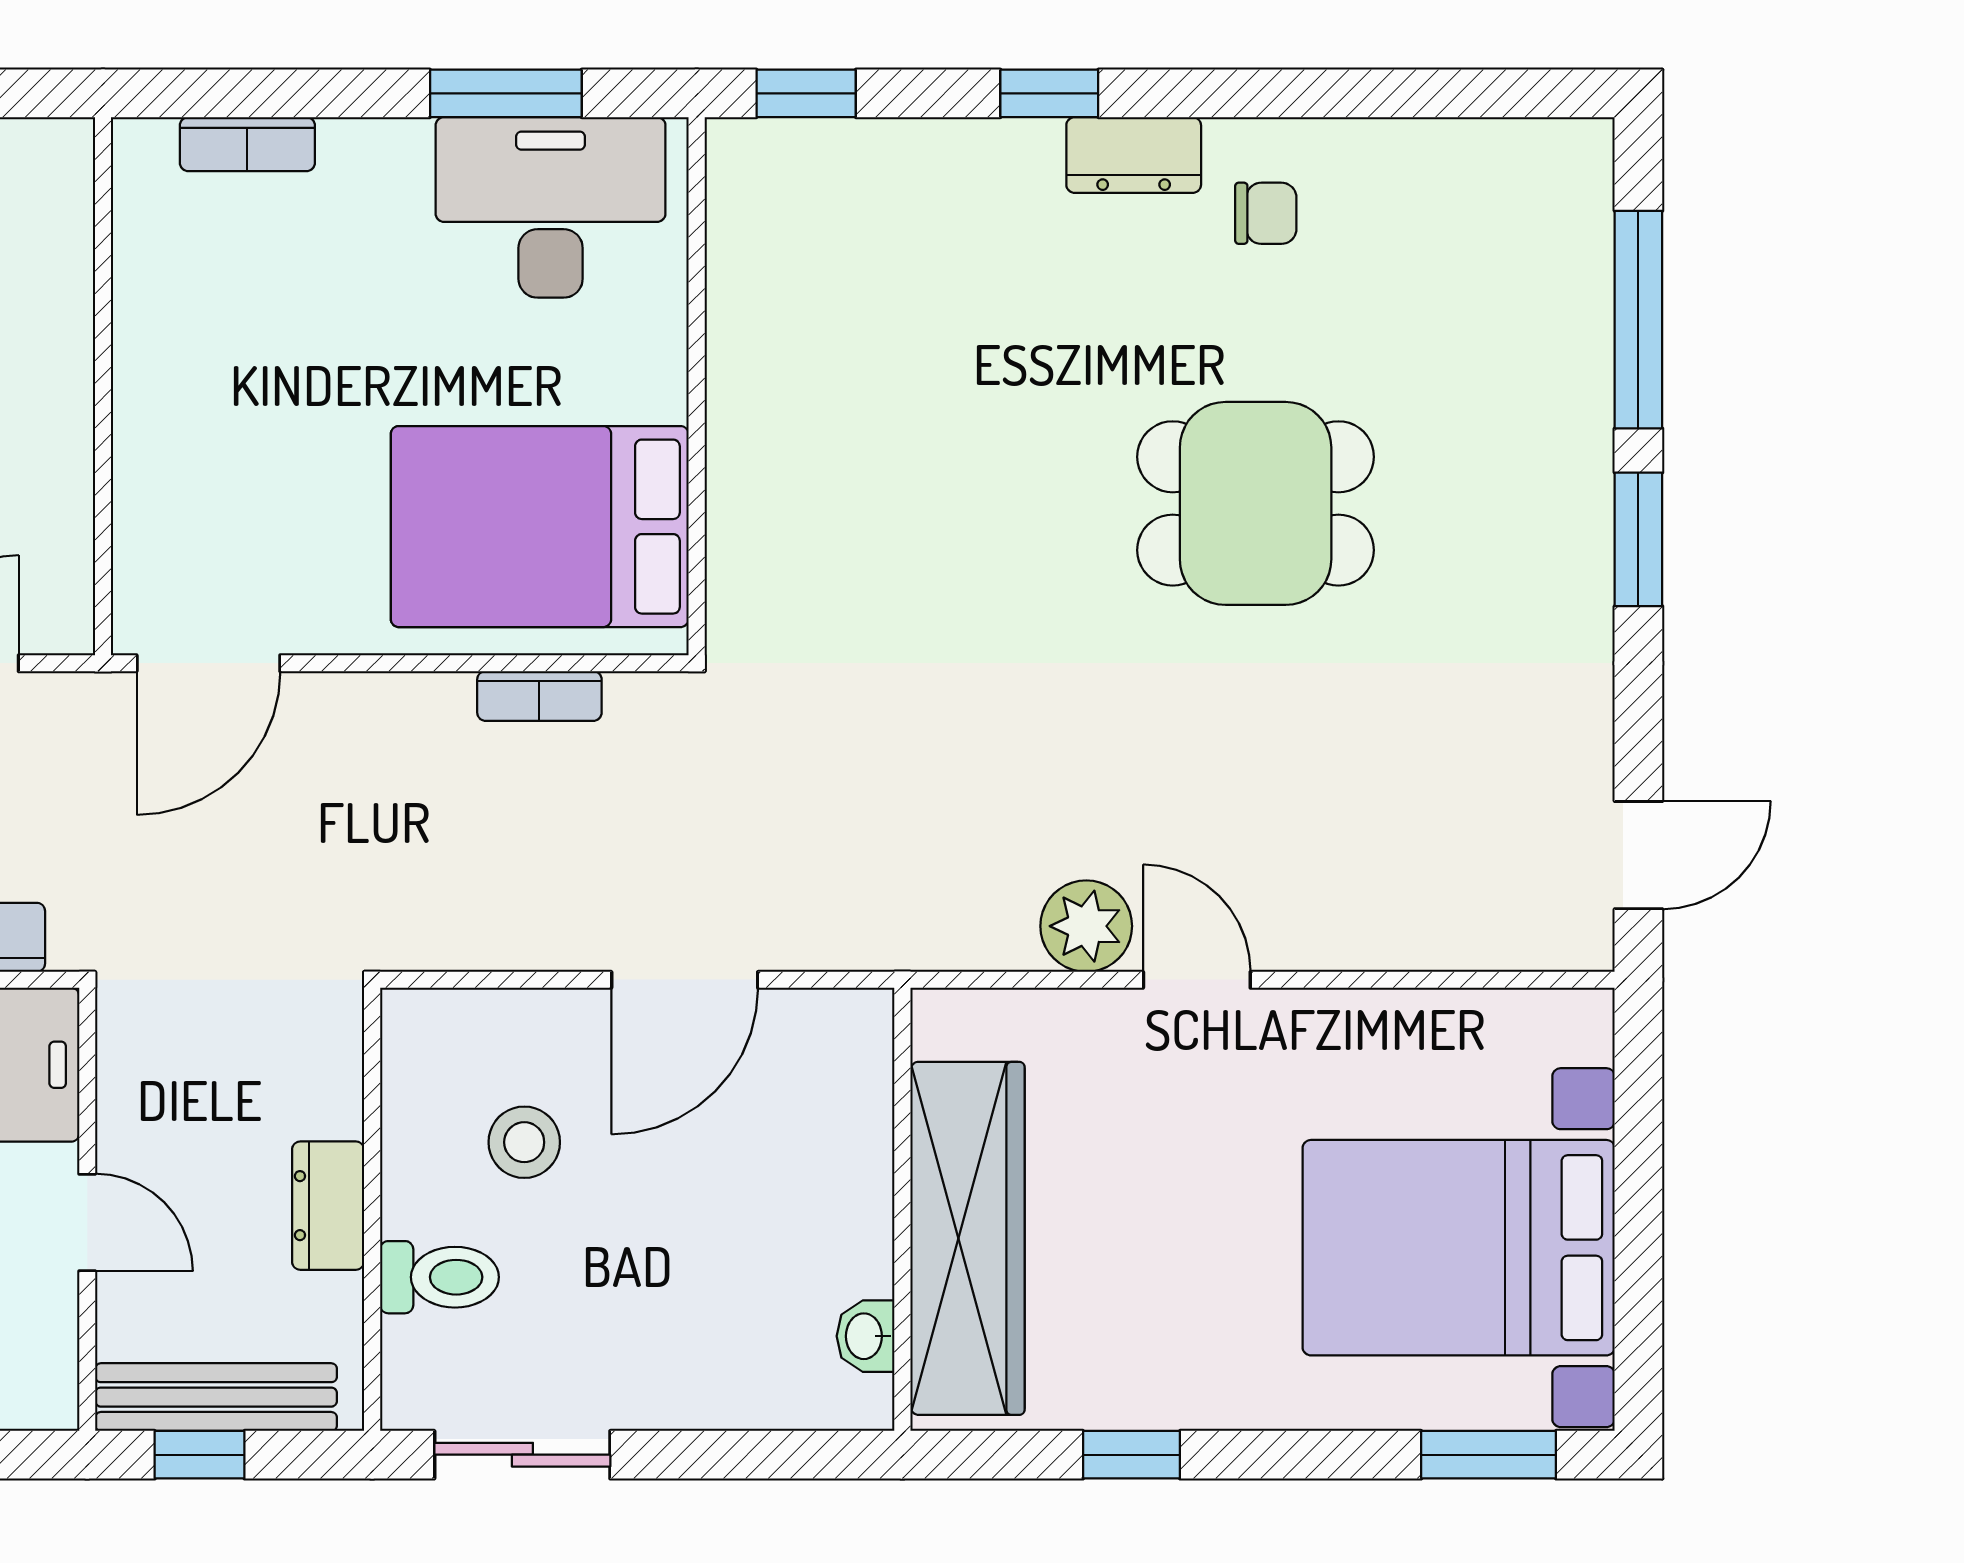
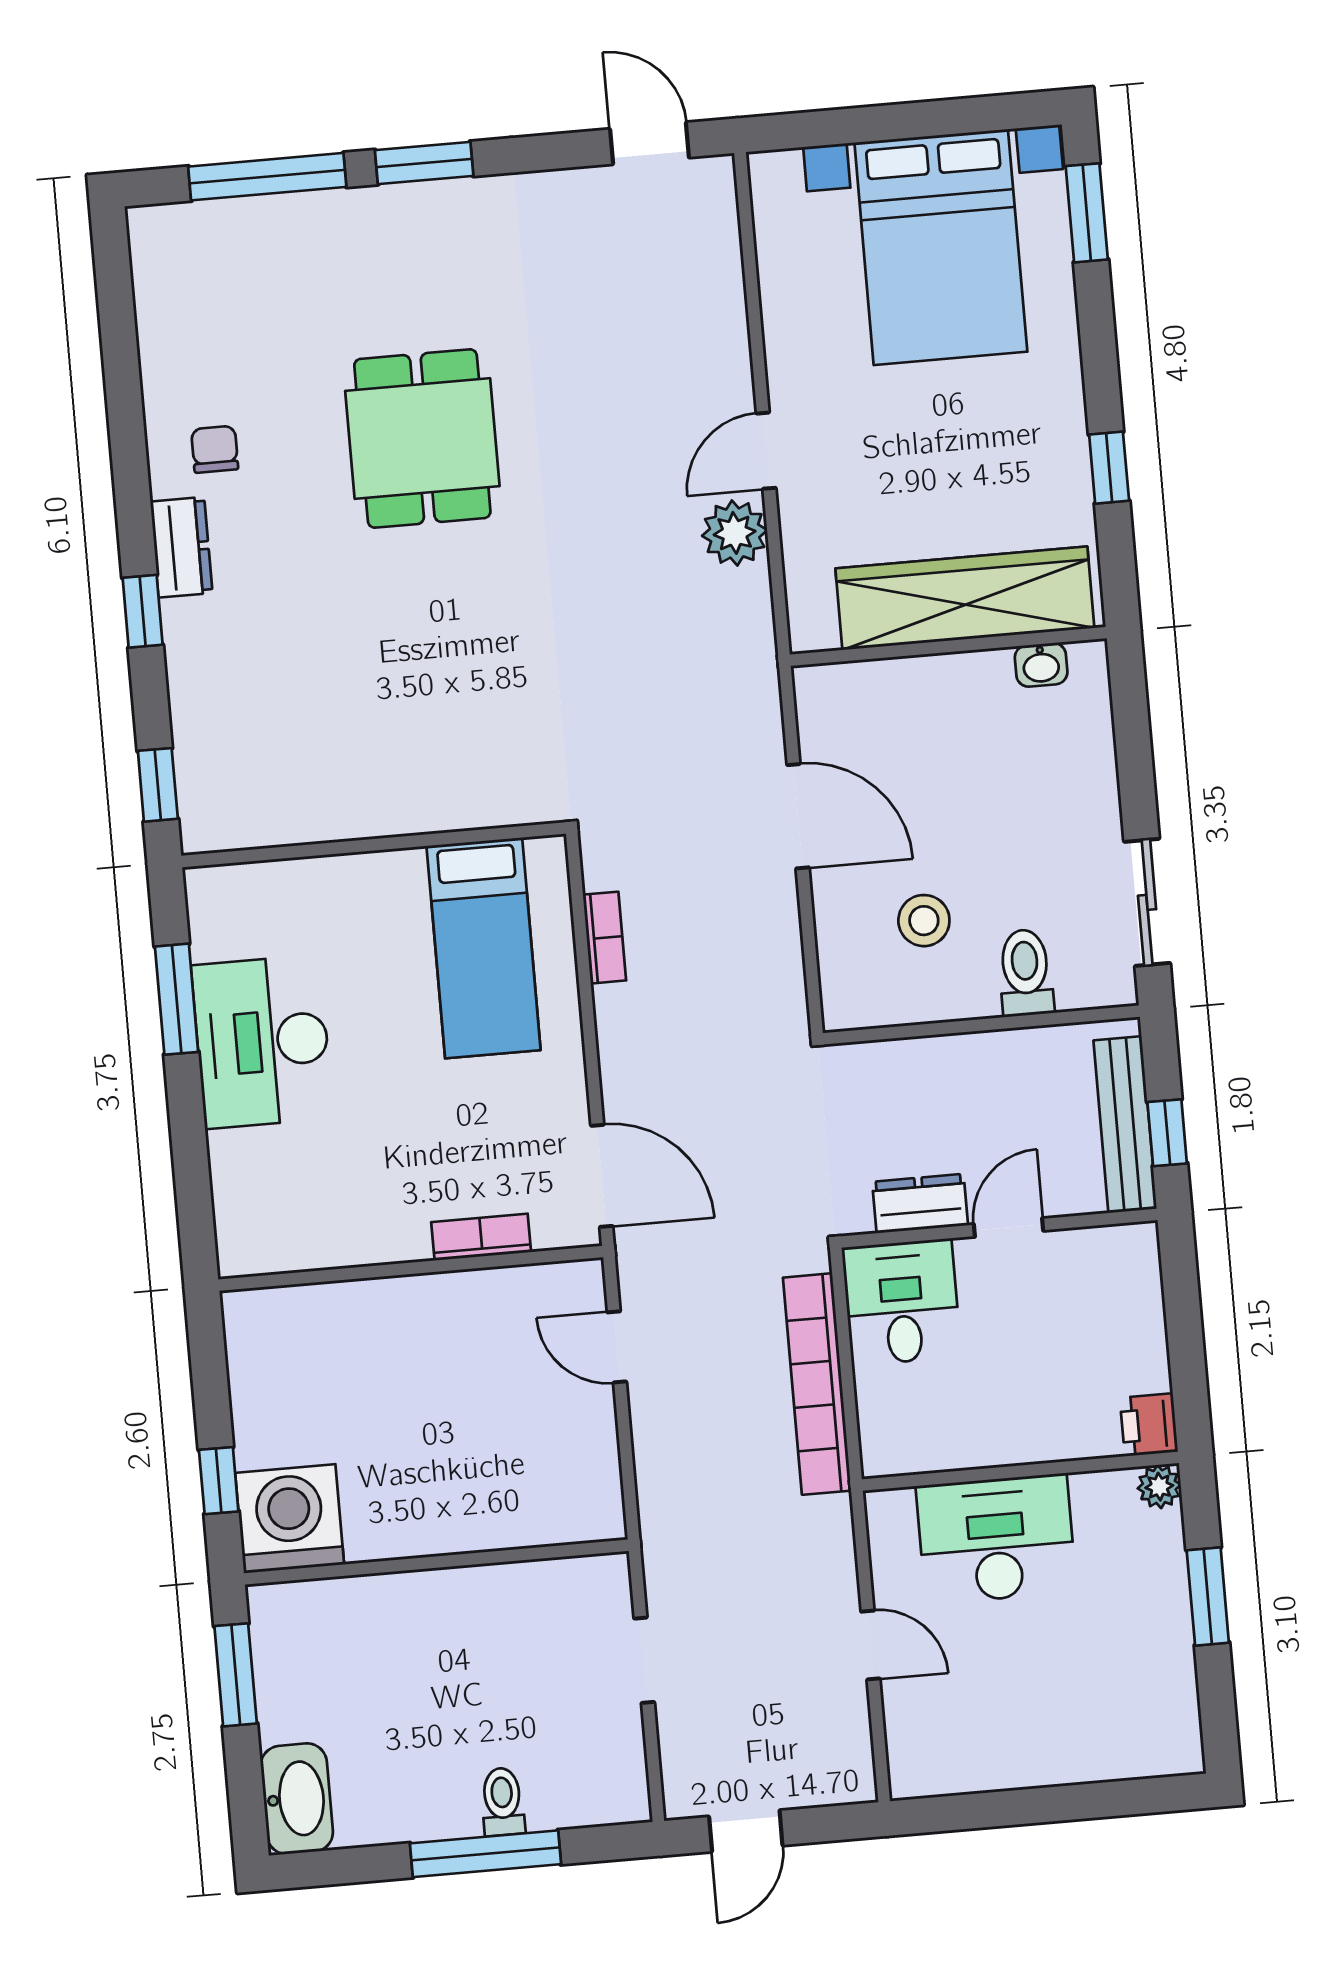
bookcase: (247, 144) -> (481, 1237), moved, turned -90
desk: (551, 207) -> (262, 1042), moved
bed: (540, 527) -> (484, 948), width x0.67
dresser: (328, 1206) -> (920, 1204), moved, turned 180

